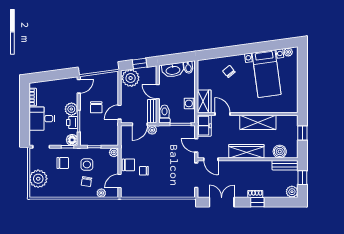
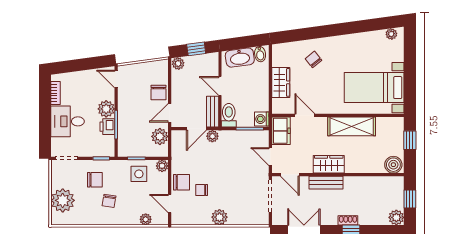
bed with nightstands: (267, 74) -> (374, 88), moved, turned 98
plant: (131, 78) -> (178, 63), width x0.53, depth x0.53
door: (79, 86) -> (116, 79), swing flipped
wardrobe: (204, 101) -> (281, 82), moved
washing machine: (190, 103) -> (262, 119), moved
chair: (96, 107) -> (159, 93), moved
plant: (112, 130) -> (160, 136), added
floor lamp: (72, 140) -> (107, 150), removed
wardrobe: (246, 151) -> (329, 164), width x0.67
boiler: (280, 152) -> (393, 165), moved
side table: (87, 165) -> (139, 174), moved
bench: (285, 165) -> (326, 183), moved
door: (119, 181) -> (170, 204), hinge flipped
chair: (86, 182) -> (109, 201), moved
plant: (157, 191) -> (219, 217), added

